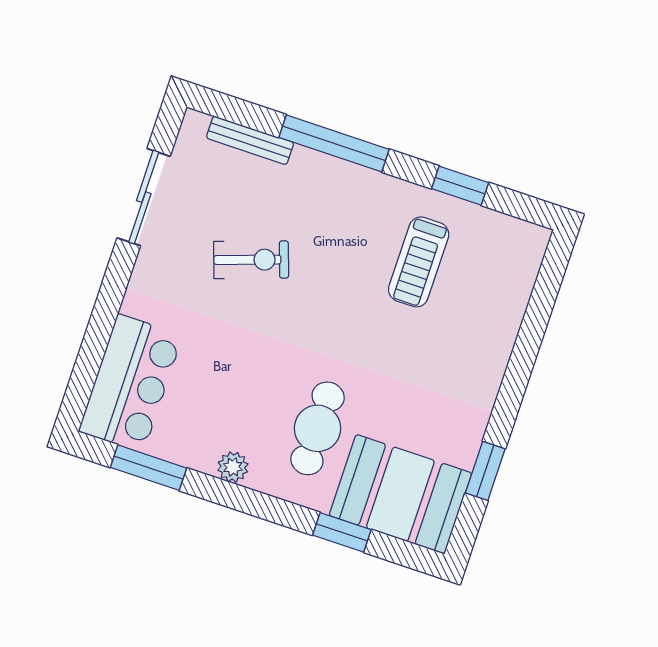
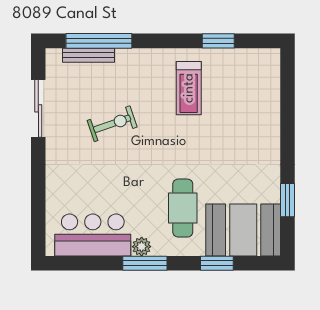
window: (334, 143) -> (99, 41), moved
treadmill: (419, 262) -> (189, 88), moved
bar counter: (130, 383) -> (93, 235), moved, turned -90
window: (149, 468) -> (145, 263), moved

